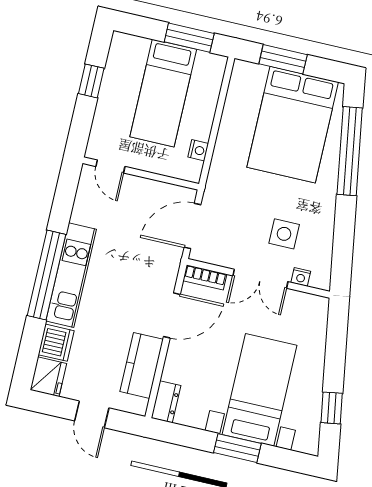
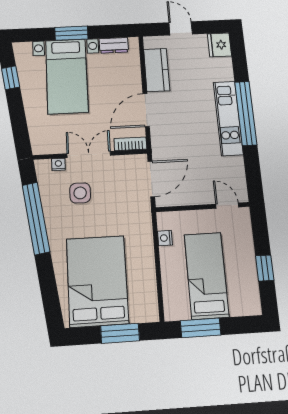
window: (350, 151) -> (36, 218), moved
dishwasher: (56, 343) -> (222, 69), removed
dresser: (166, 402) -> (114, 45), moved, turned -90

